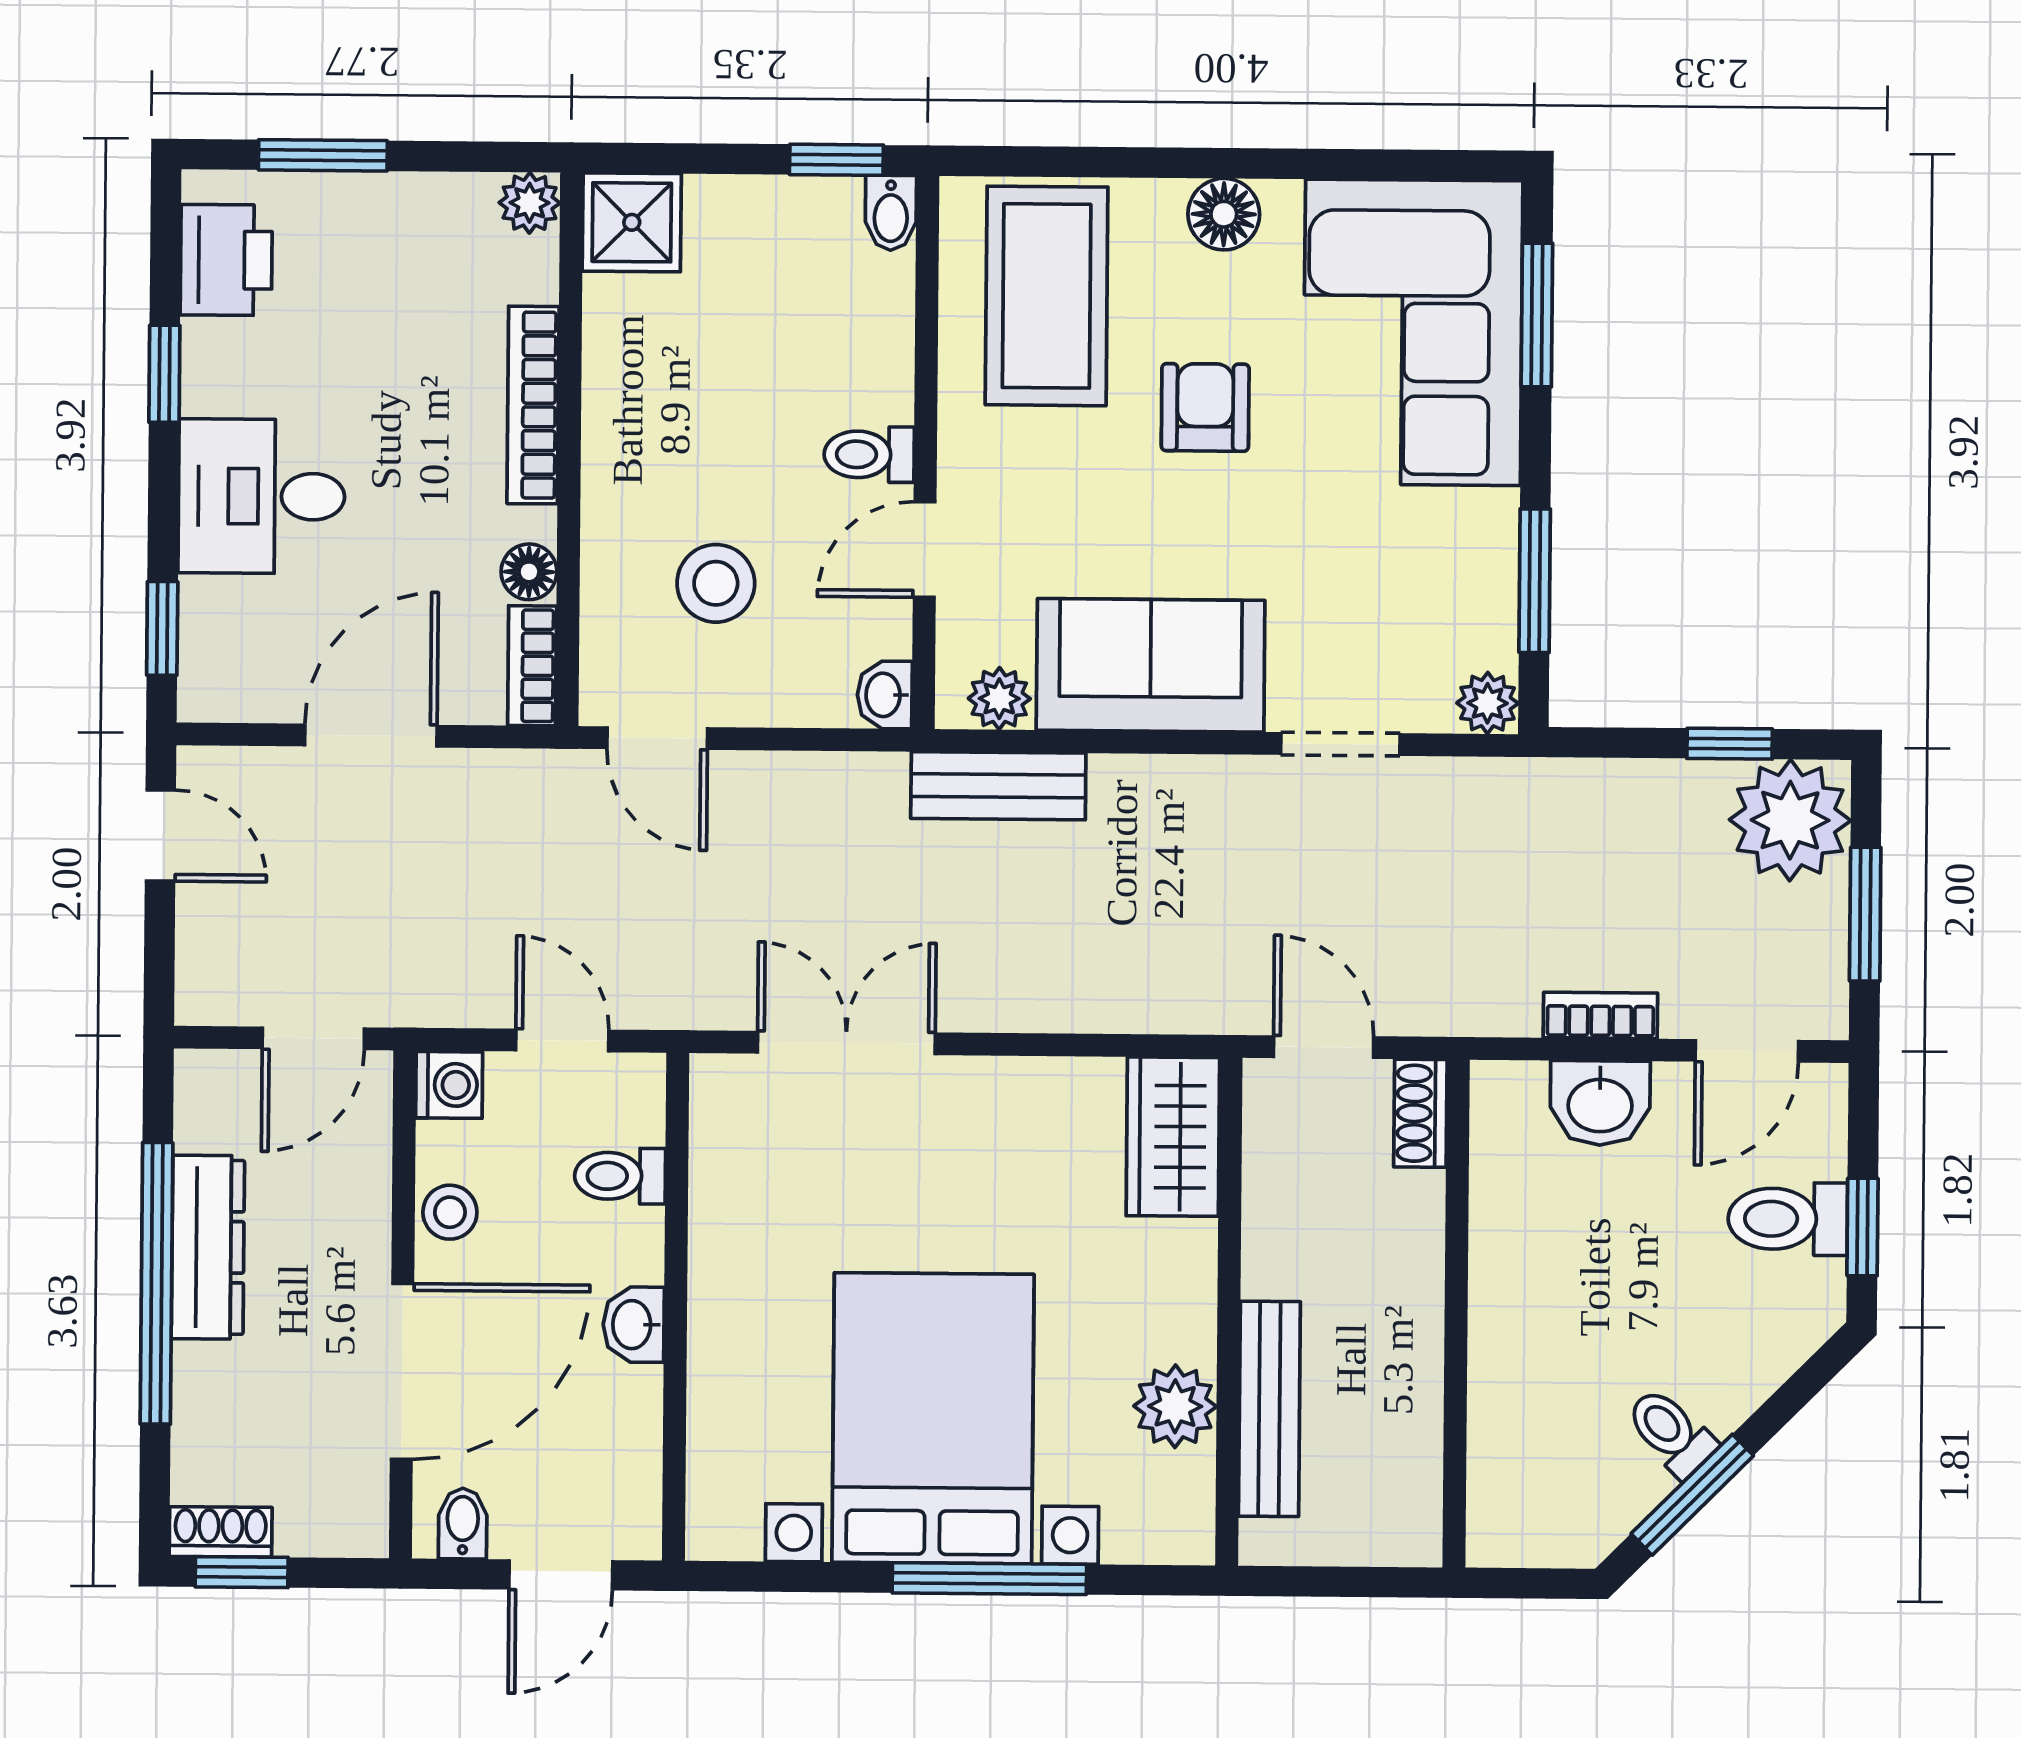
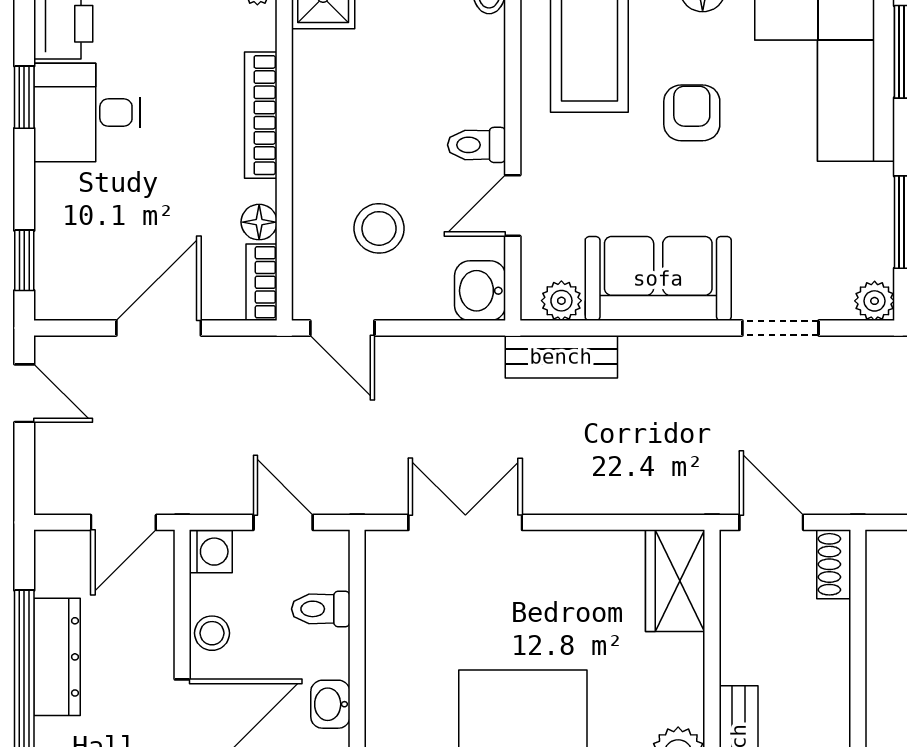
desk: (262, 496) -> (87, 112), moved
washbasin: (885, 695) -> (480, 291), width x1.38, depth x1.45

